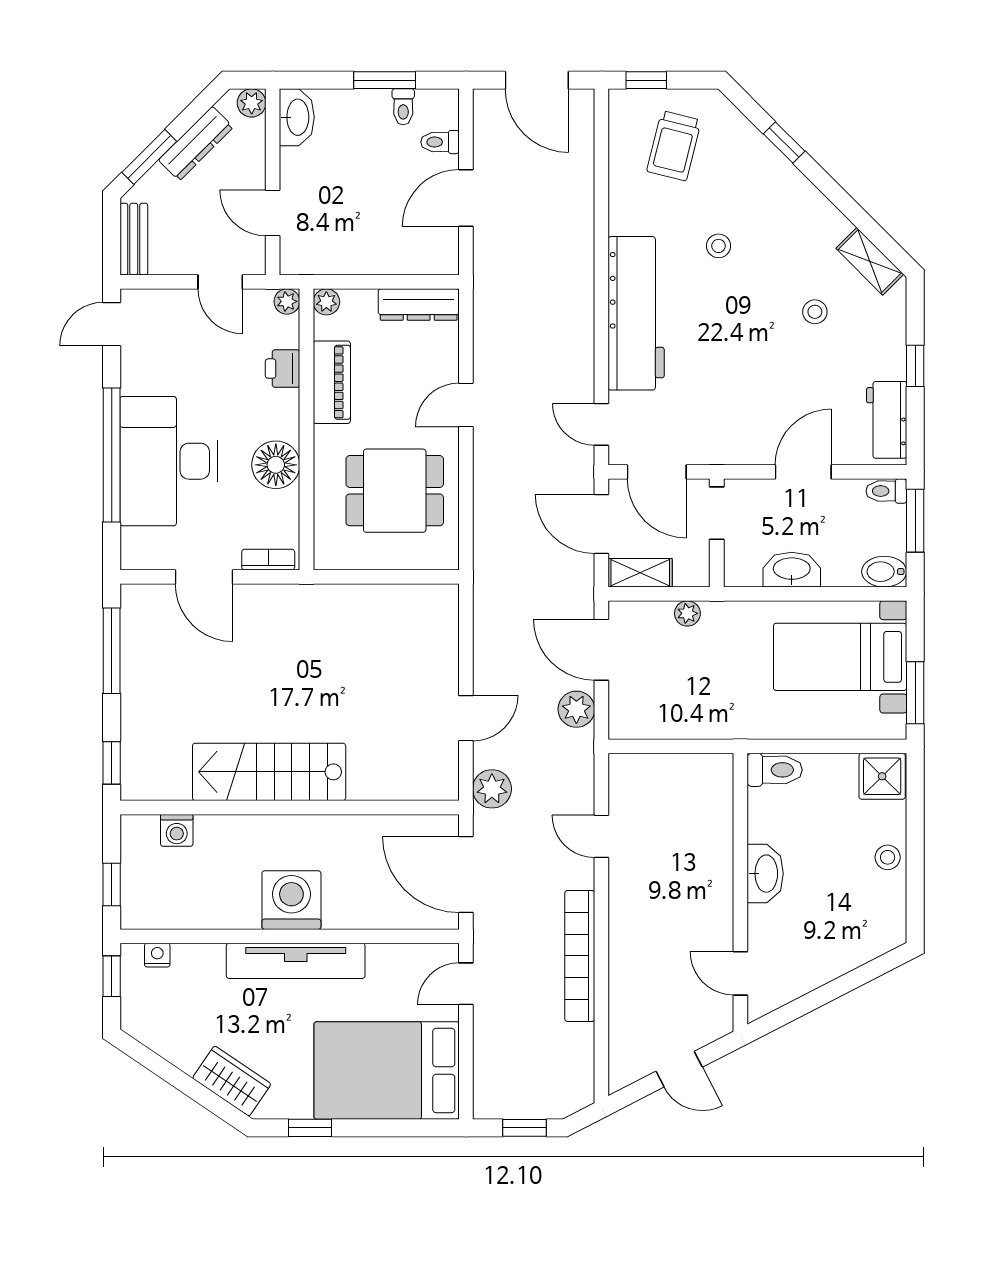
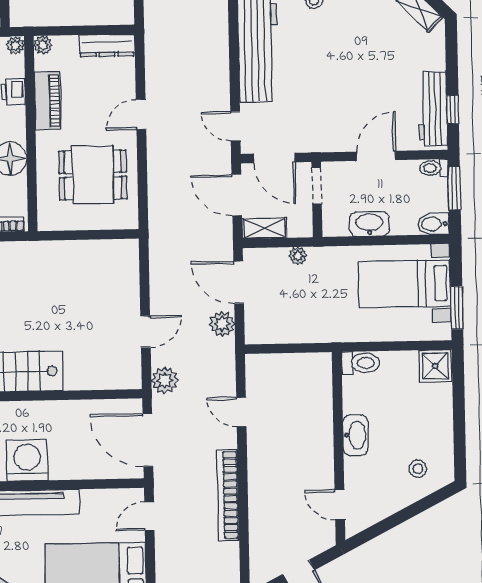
stool: (815, 312) -> (382, 45), removed
window: (915, 366) -> (453, 110), moved
workbench: (887, 420) -> (433, 109), width x1.37
stool: (888, 857) -> (418, 469), moved

